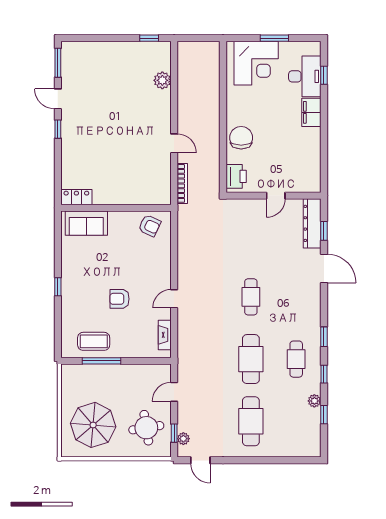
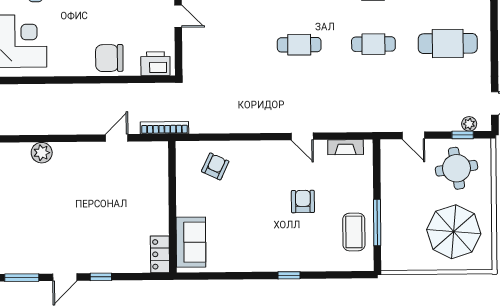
locker: (76, 197) -> (160, 254), moved
wall: (116, 208) -> (172, 207), moved
sofa: (86, 223) -> (191, 242), moved
armchair: (120, 299) -> (303, 202), turned 180
cafe table: (251, 359) -> (373, 44), width x0.73, depth x0.74

